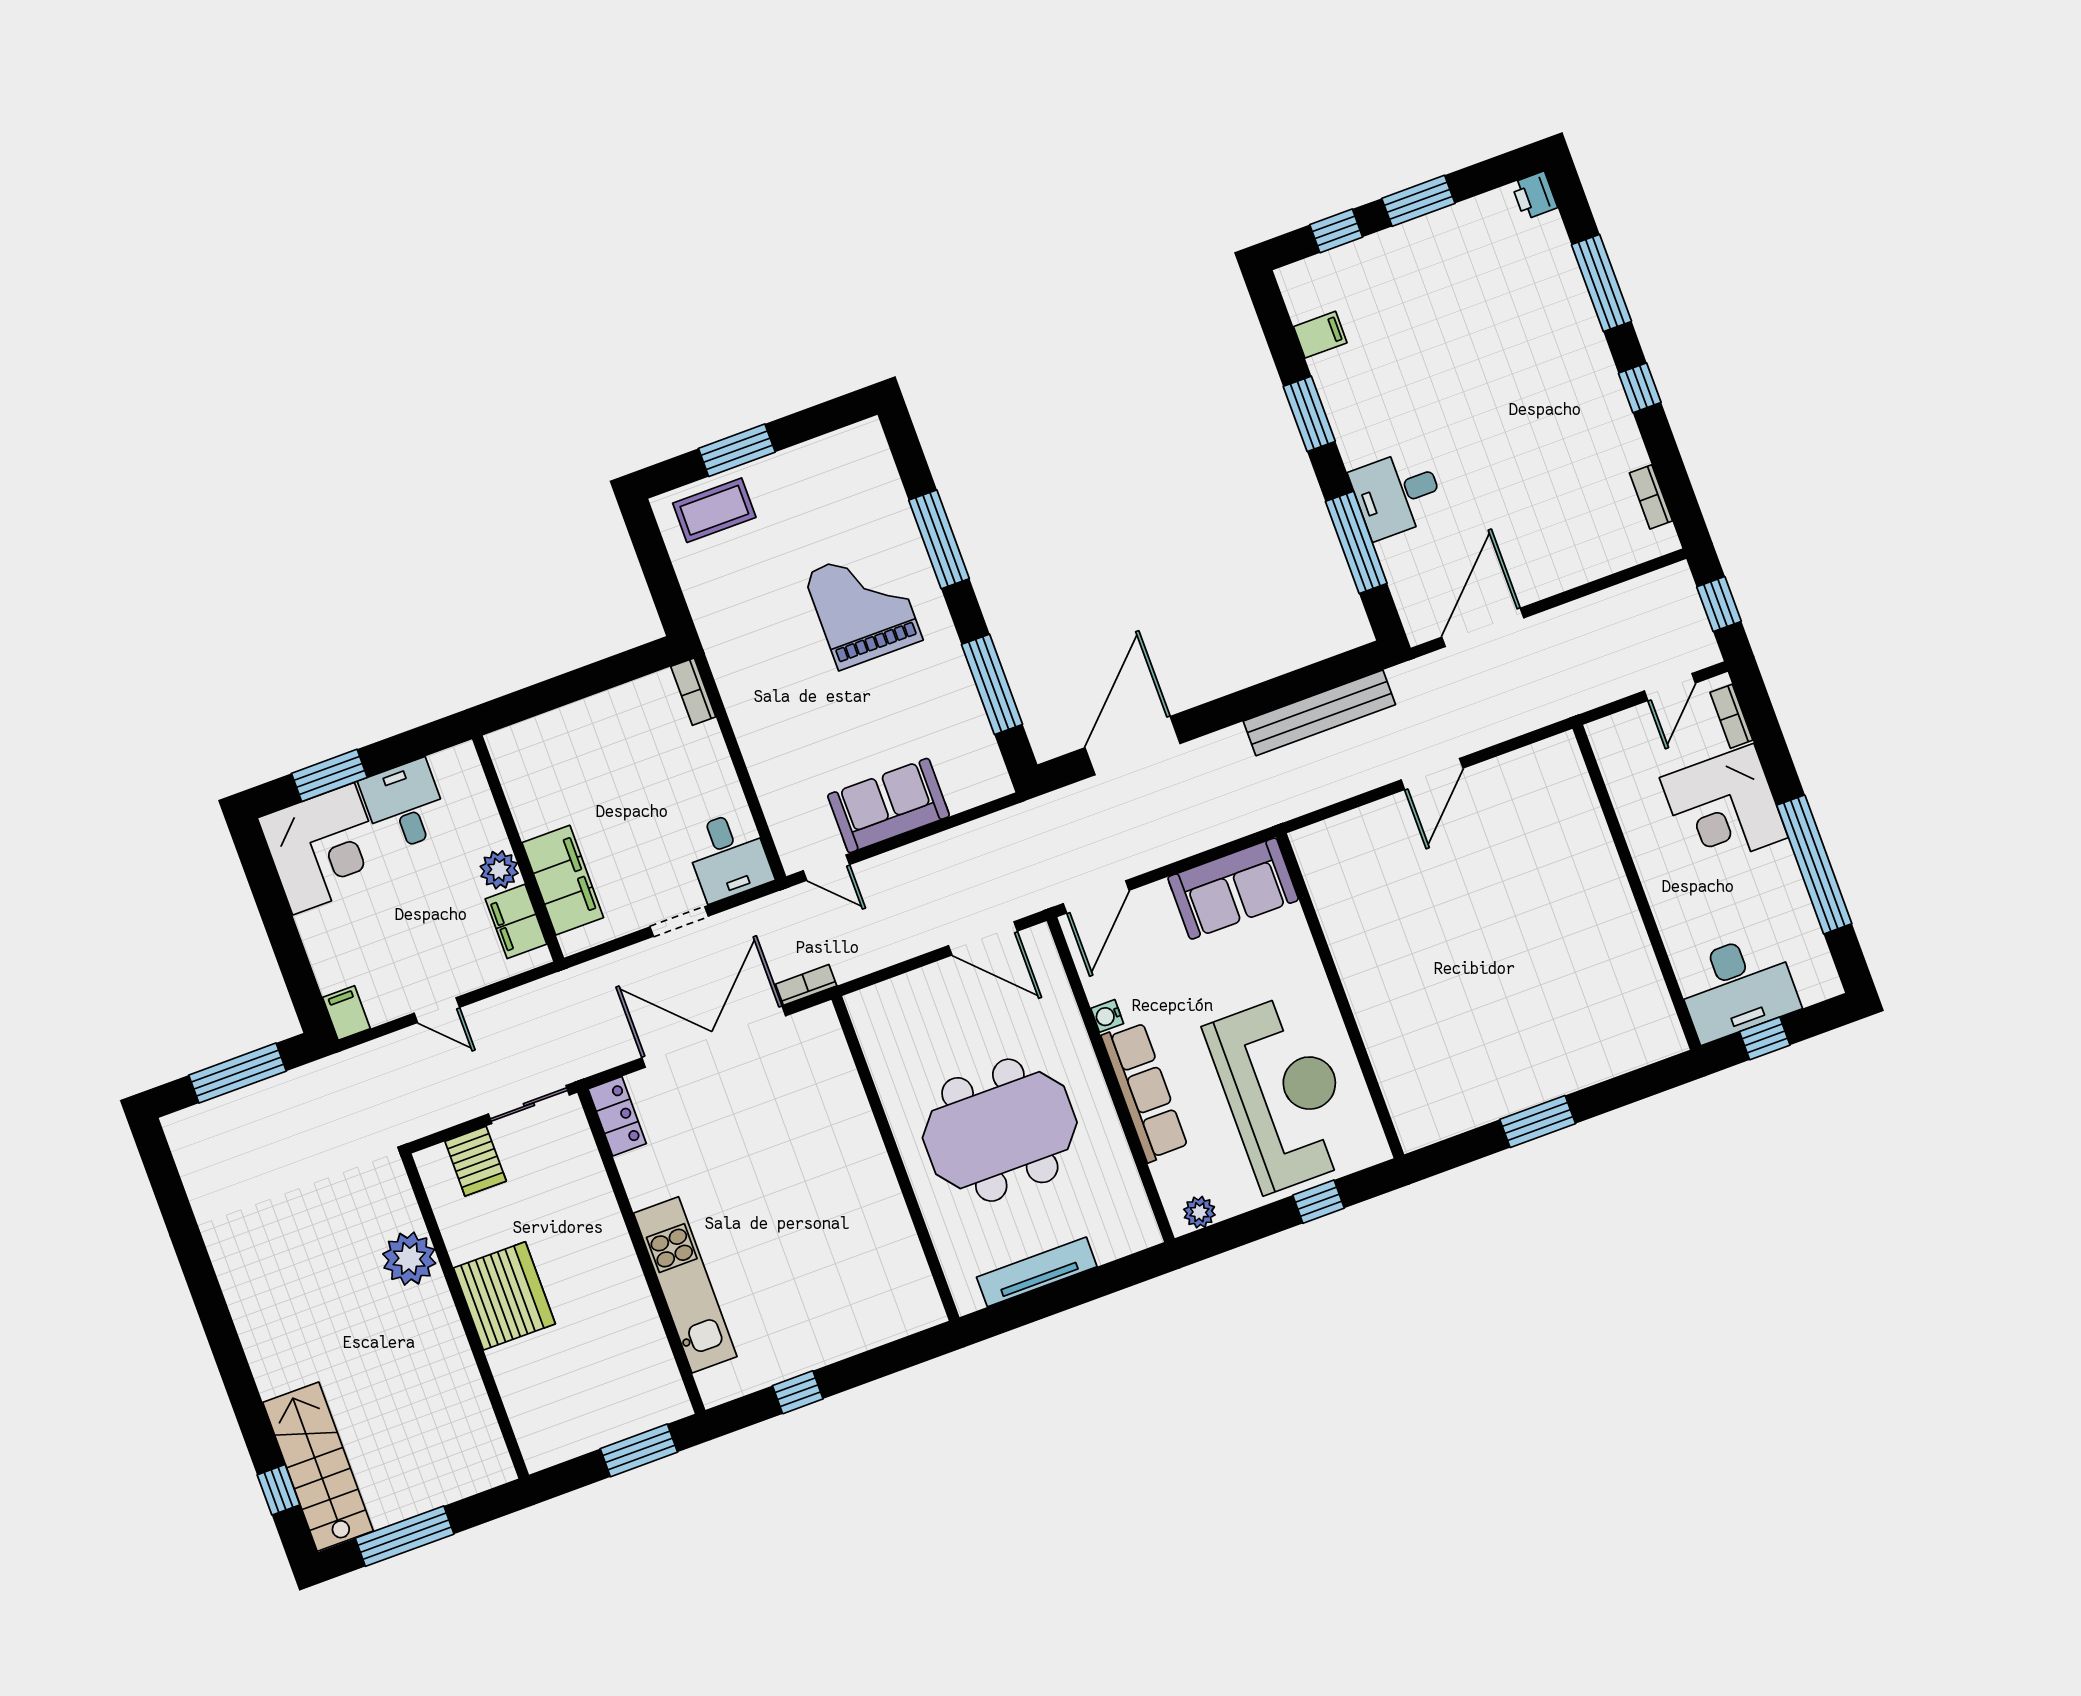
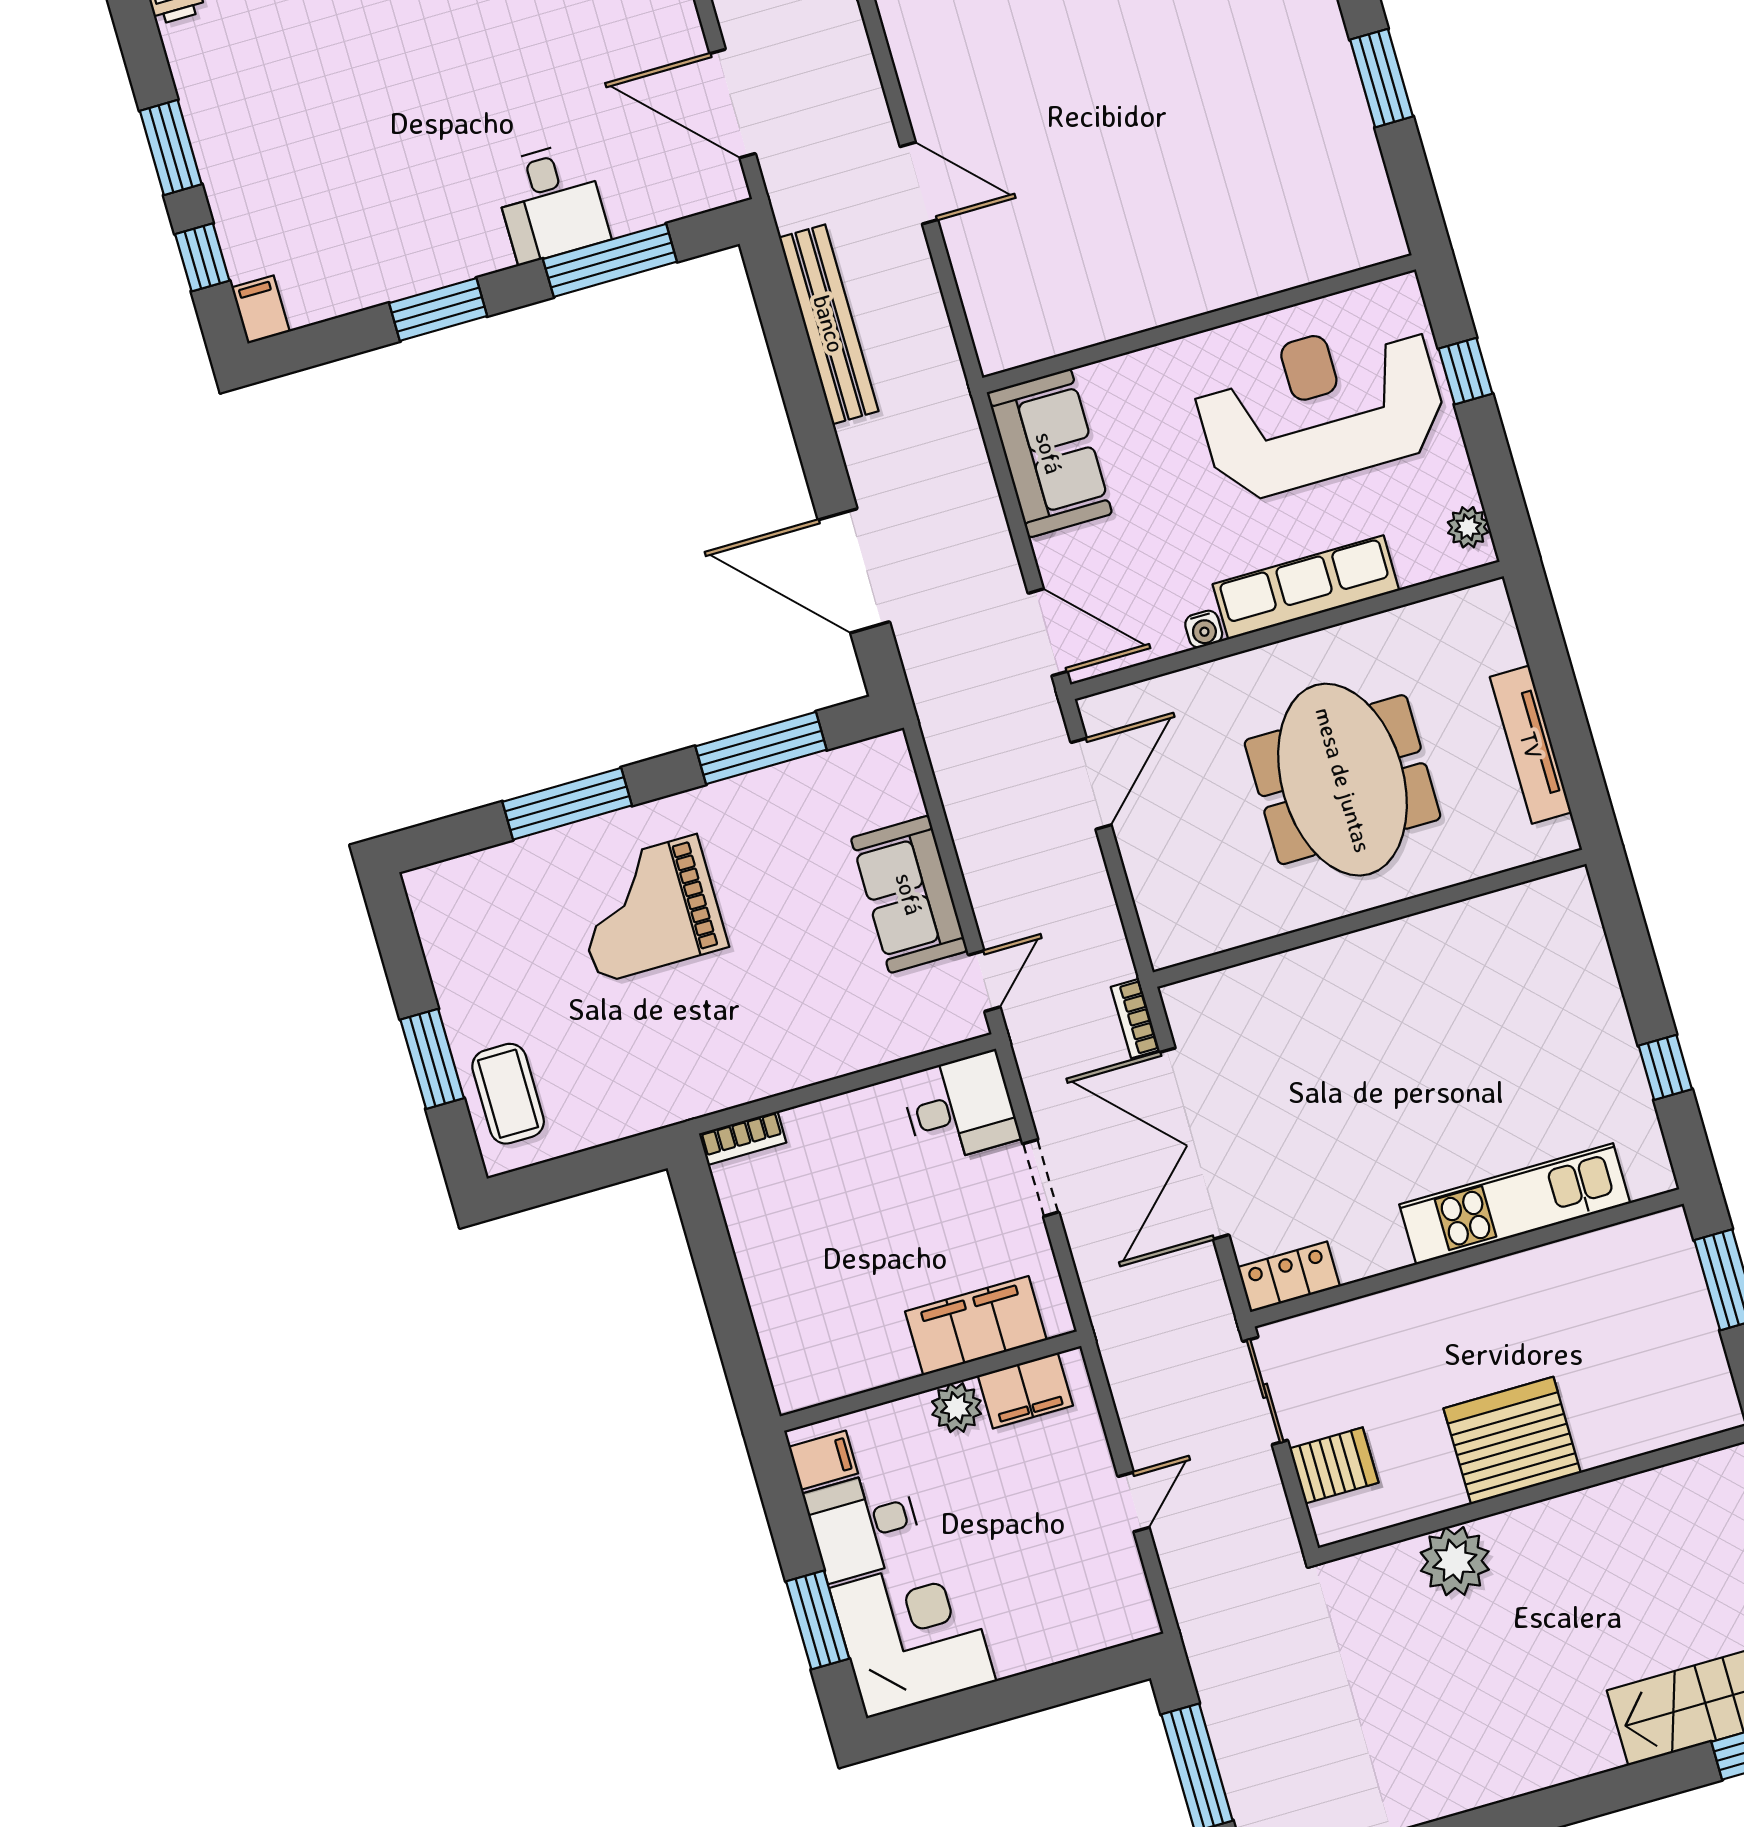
filing cabinet: (1320, 335) -> (261, 310), moved
filing cabinet: (346, 1013) -> (823, 1460), moved, turned 180

